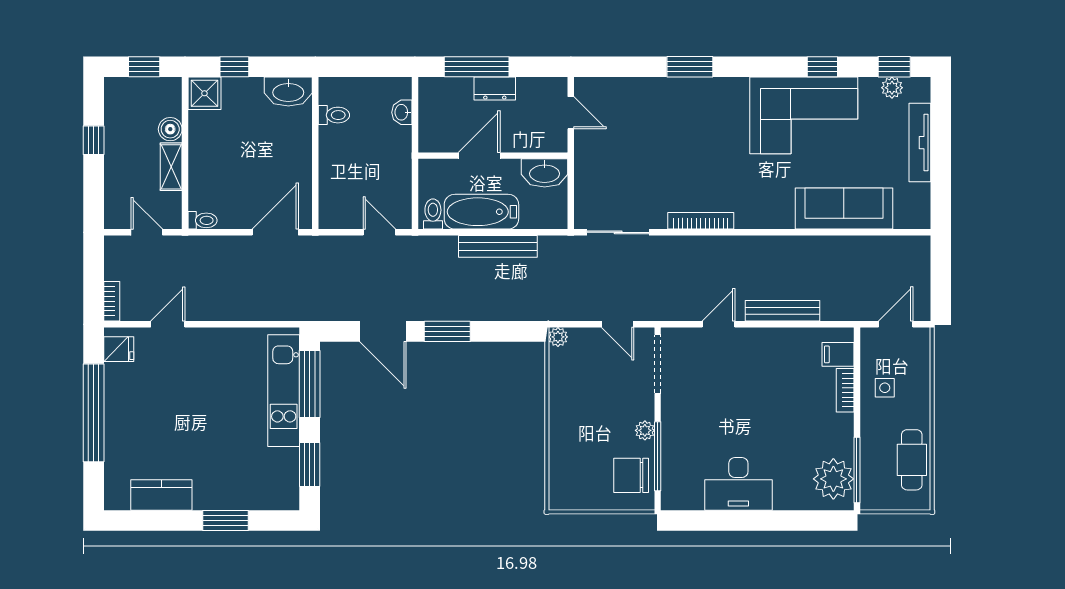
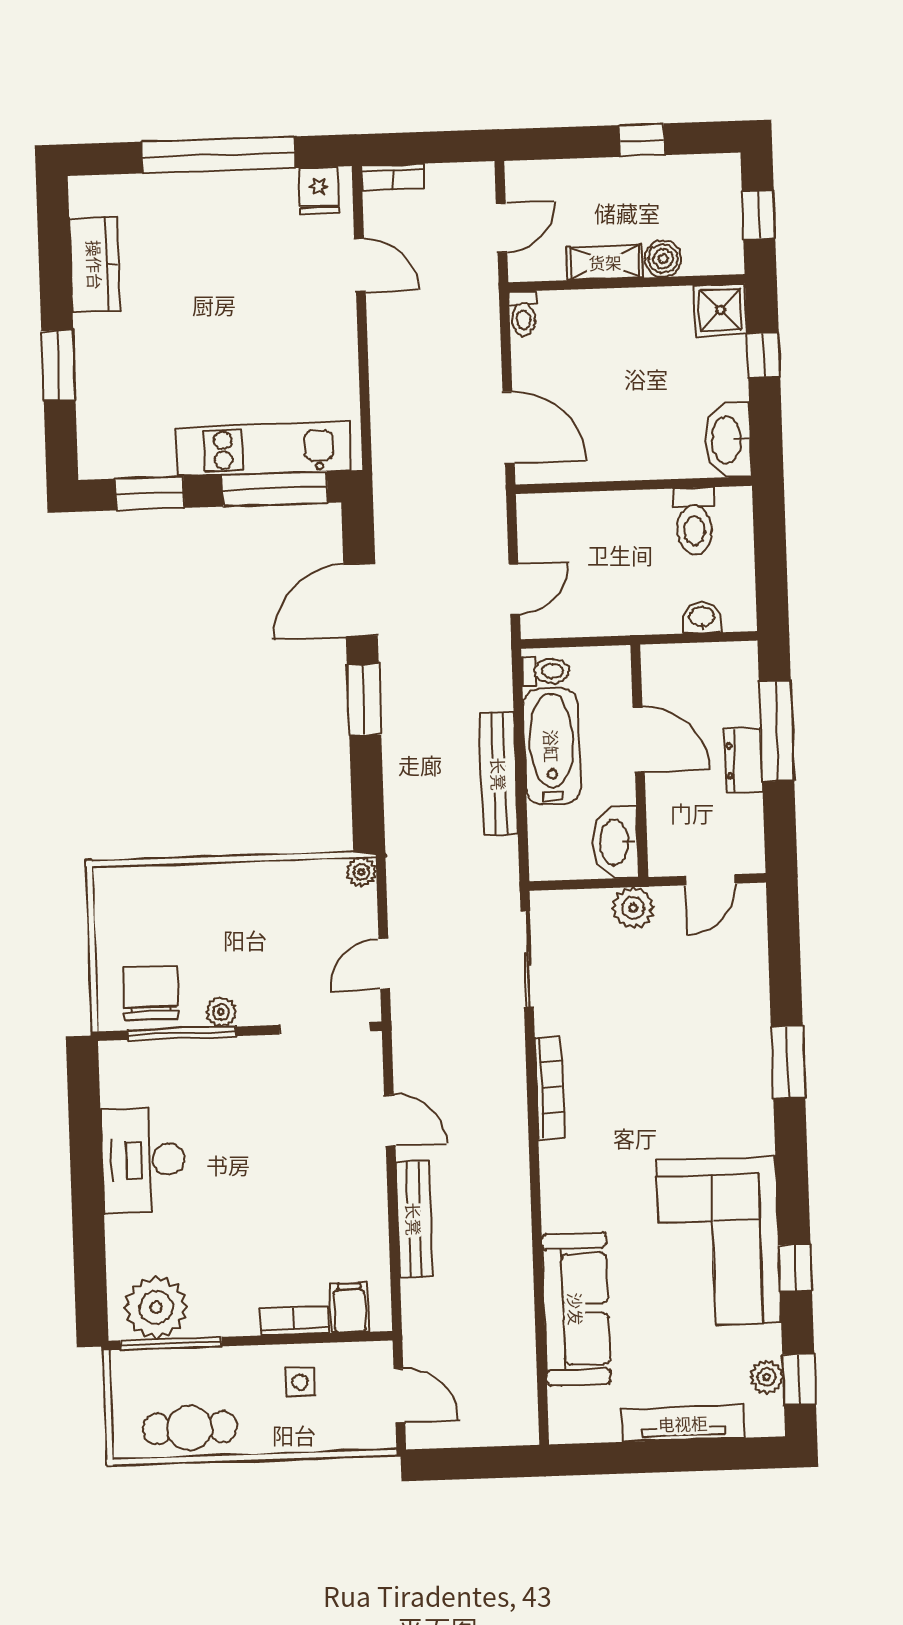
toilet: (334, 115) -> (694, 521), width x1.37, depth x1.39
plant: (587, 163) -> (633, 908), added

